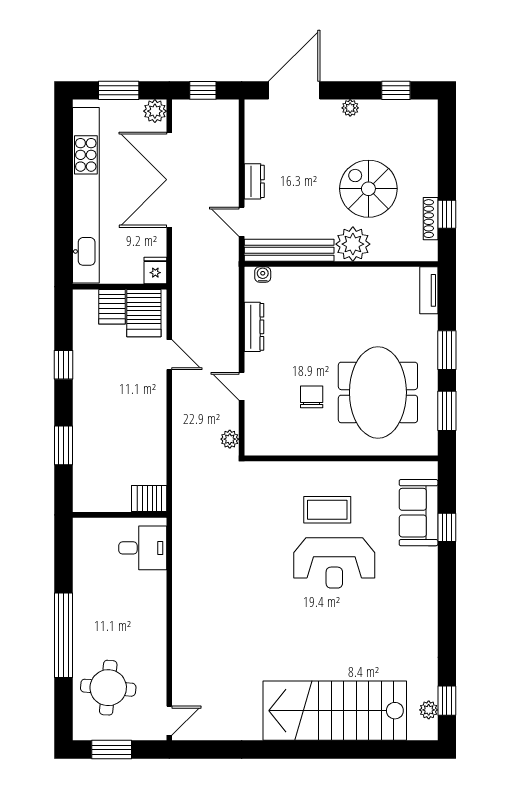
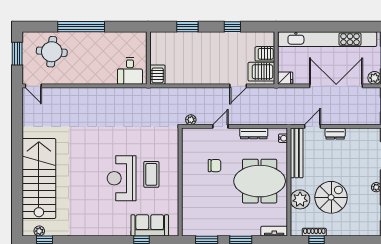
plant: (353, 244) -> (300, 199), moved
meeting table: (378, 392) -> (260, 181), moved

